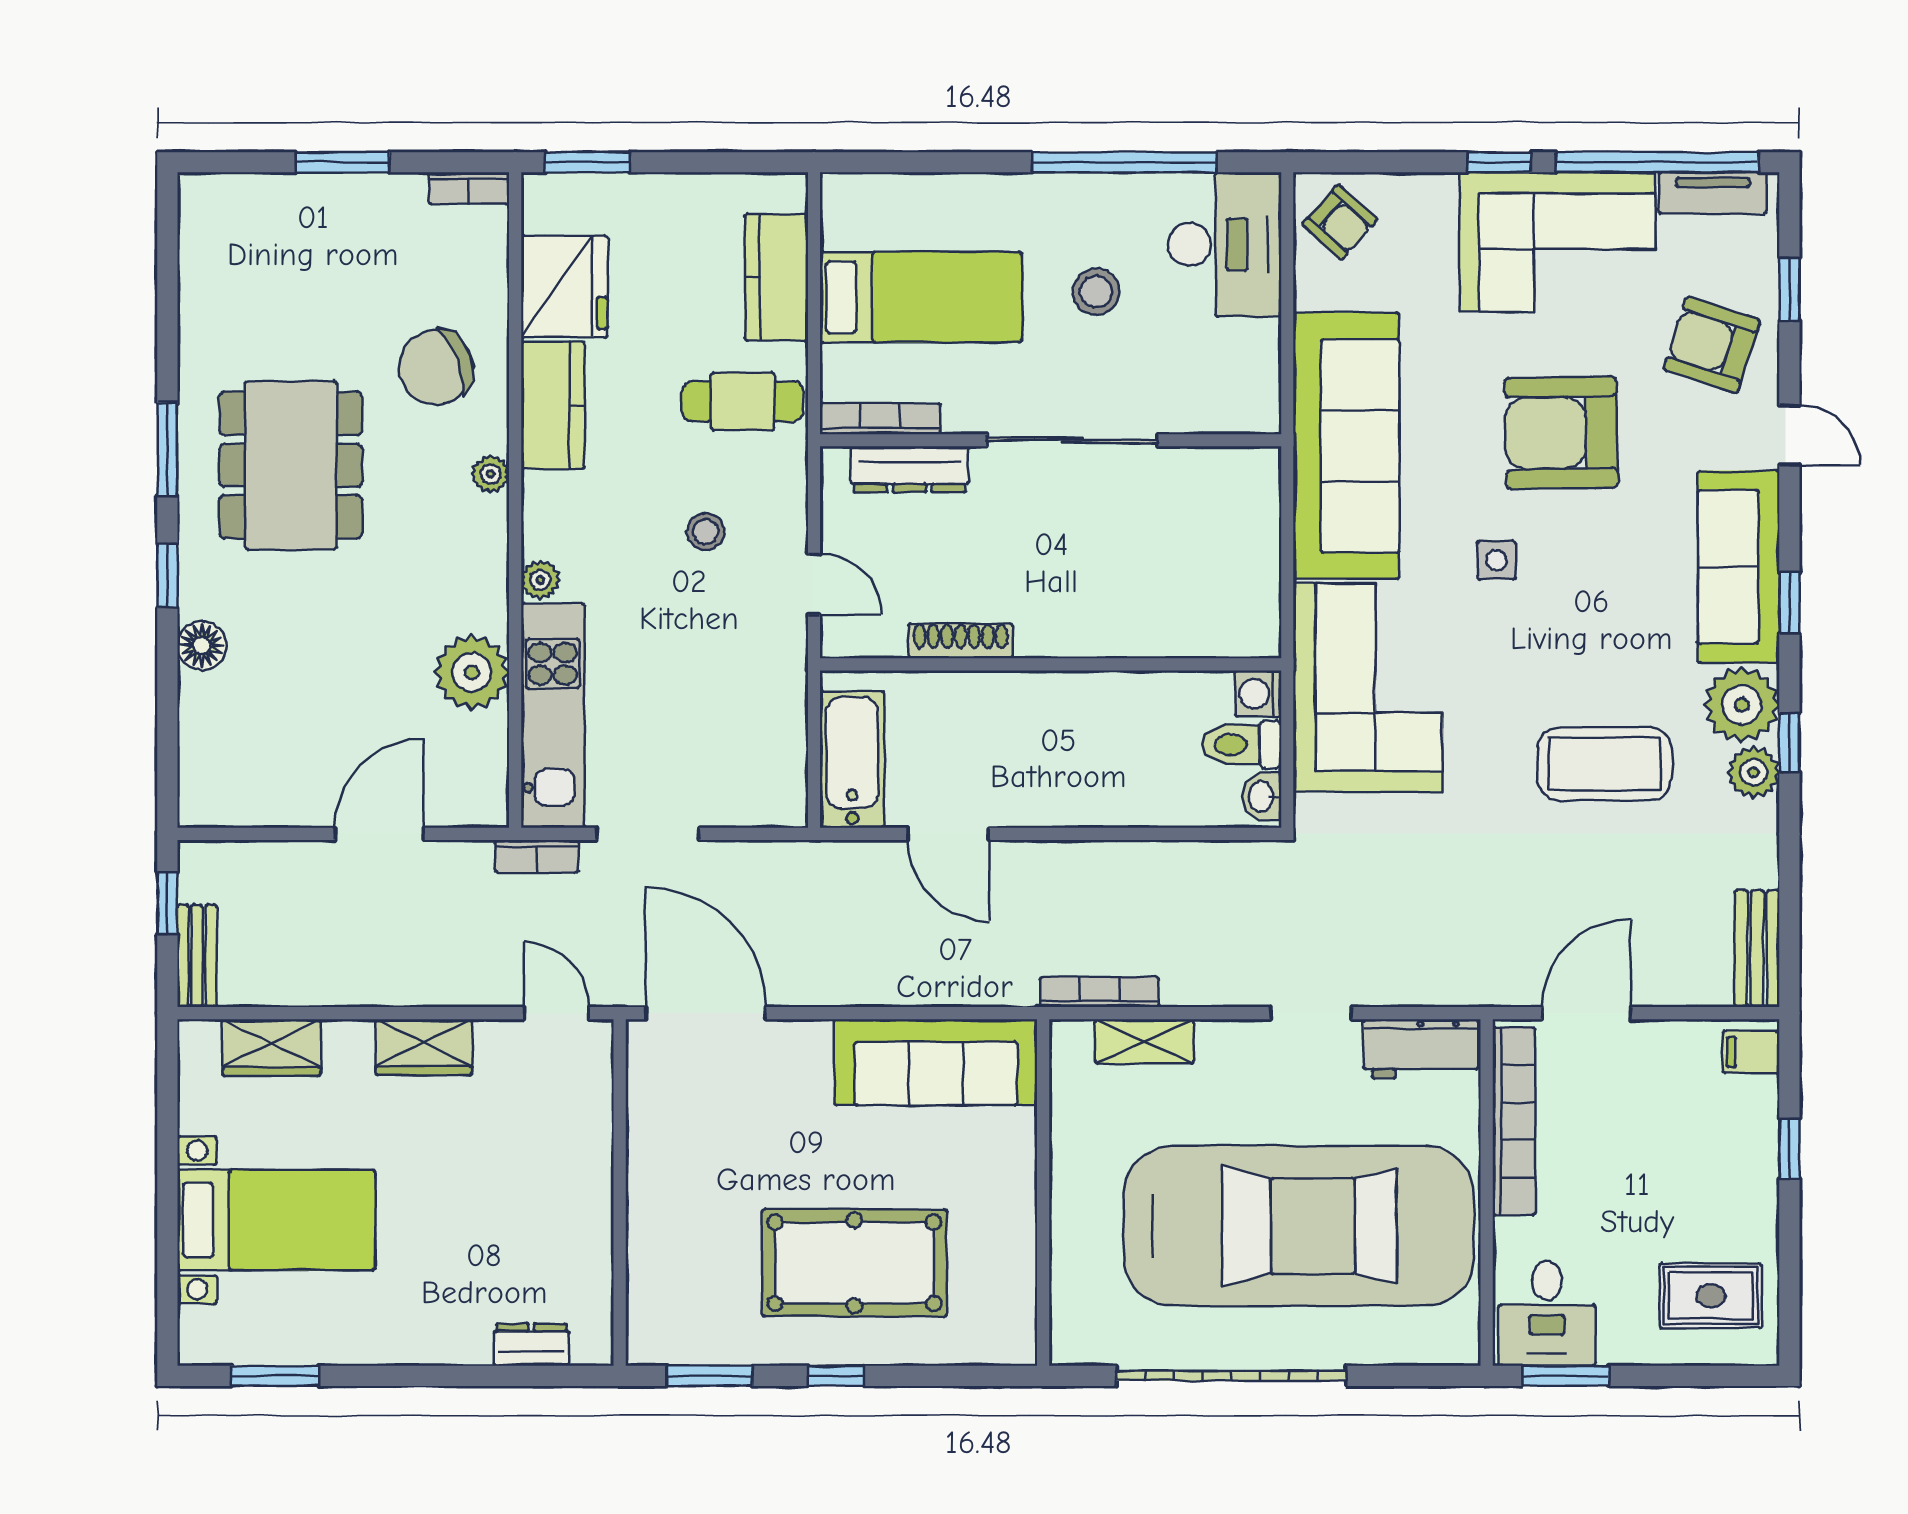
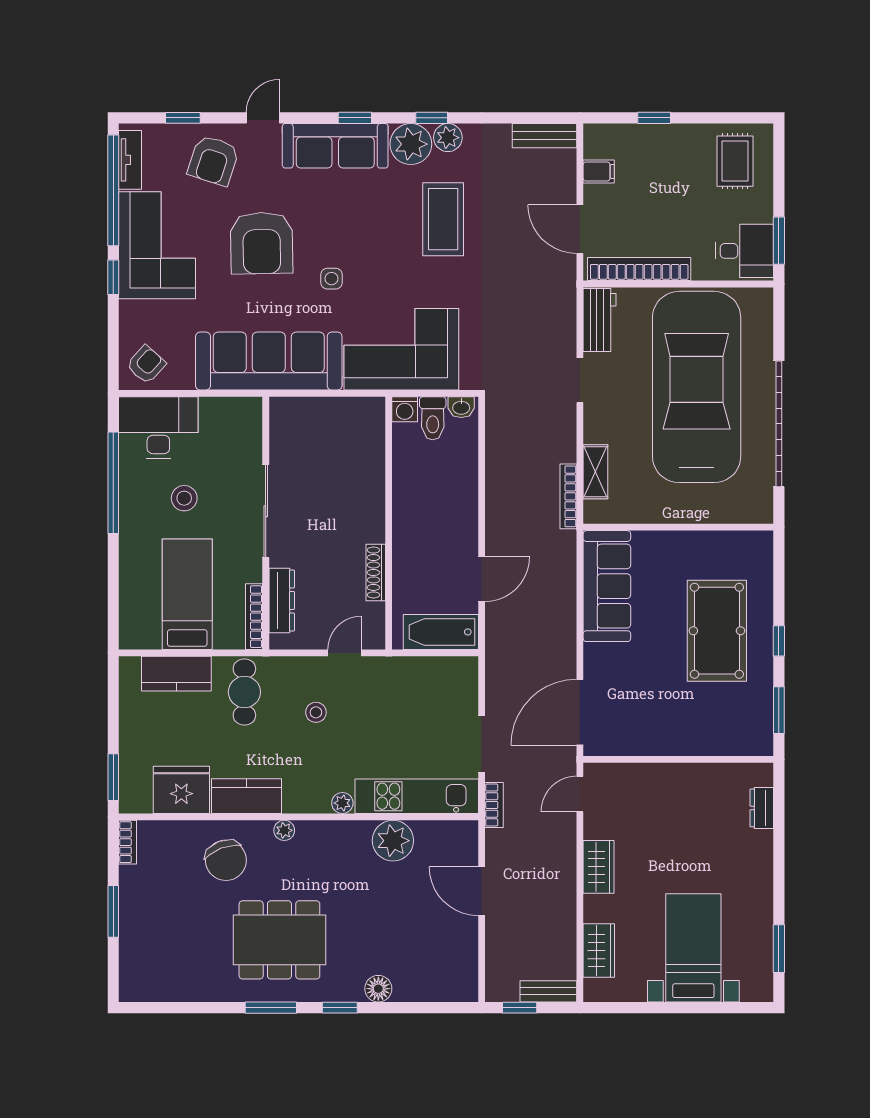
filing cabinet: (1751, 1052) -> (599, 172), moved, turned -90

